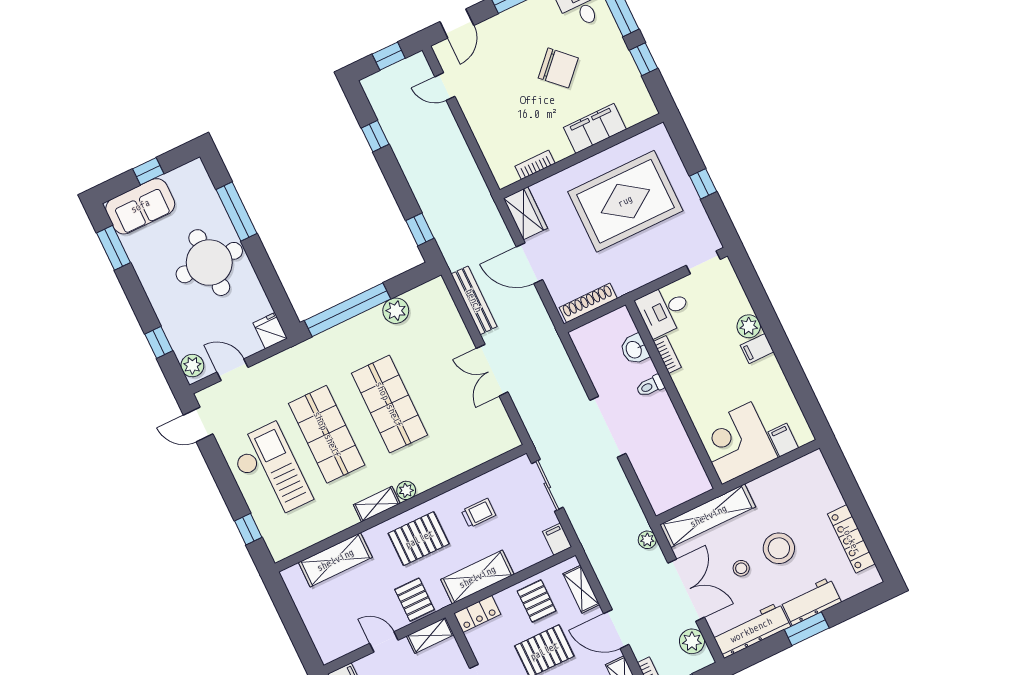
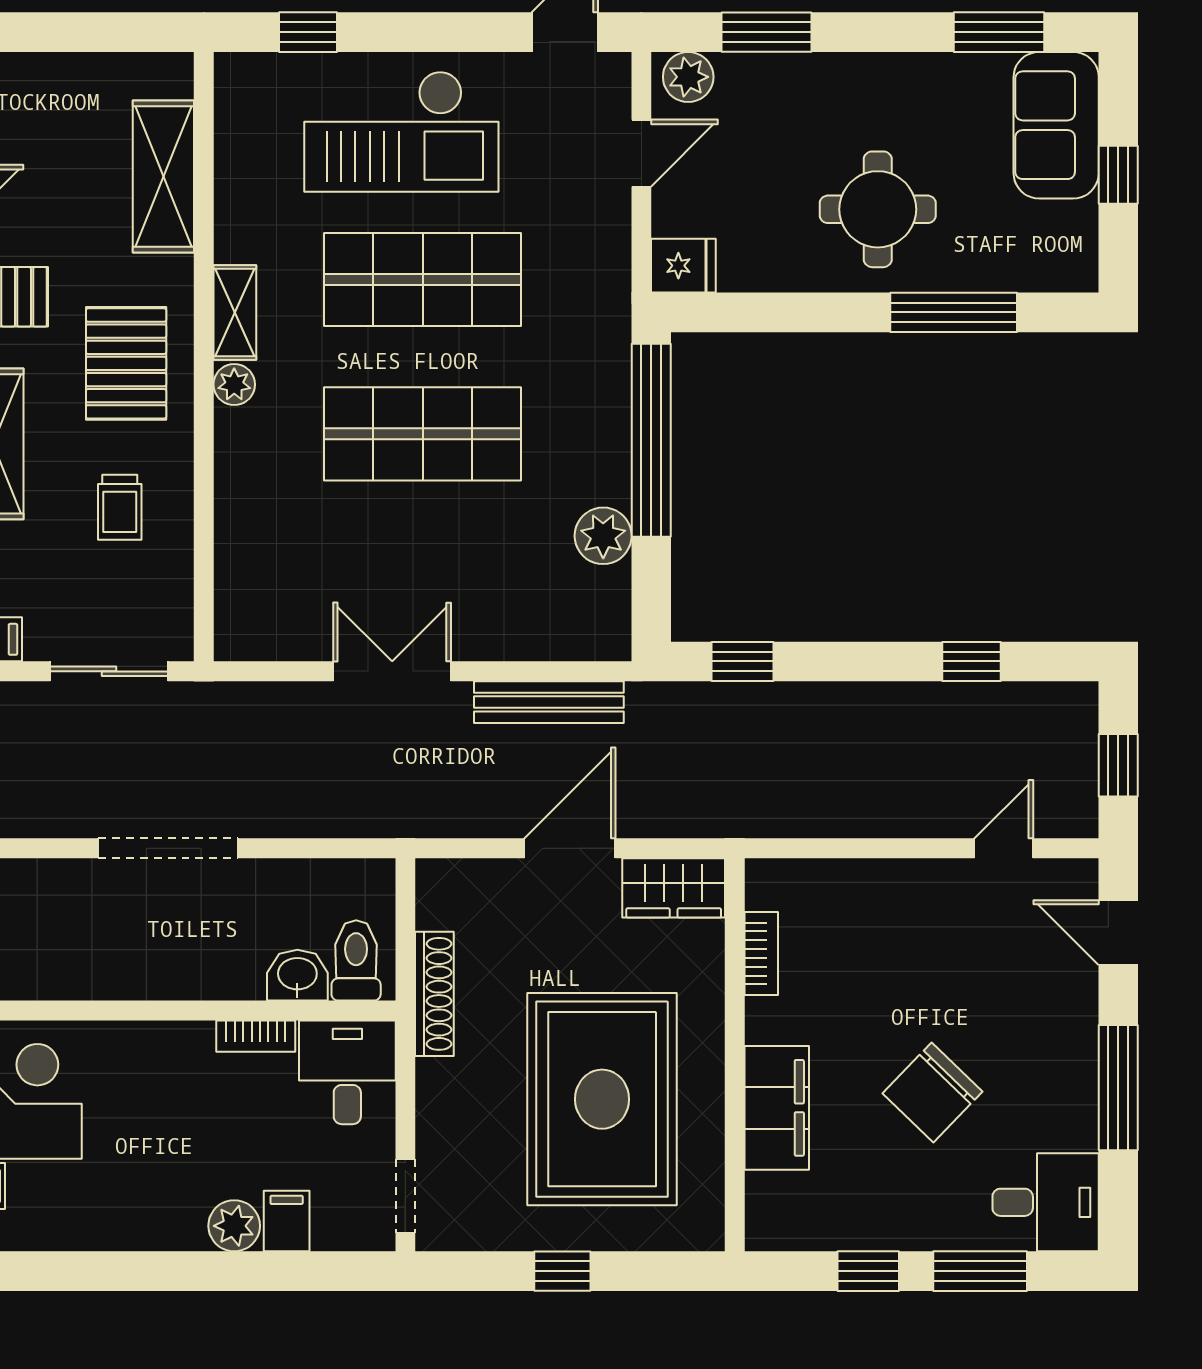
round table: (209, 263) -> (878, 209), width x0.73, depth x0.73
shoe rack: (588, 303) -> (434, 994), moved
window: (159, 342) -> (767, 32), width x1.50
filing cabinet: (757, 349) -> (287, 1221), moved
toilet: (650, 386) -> (356, 960), moved, width x1.37, depth x1.39

